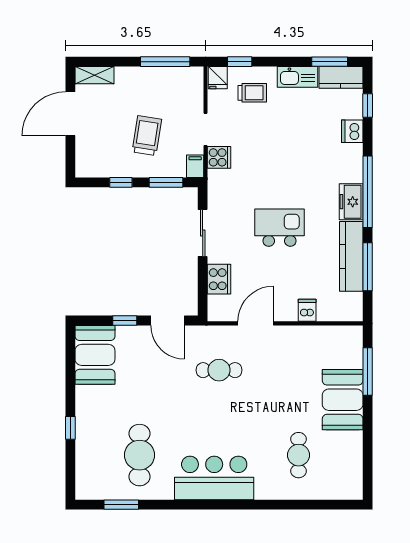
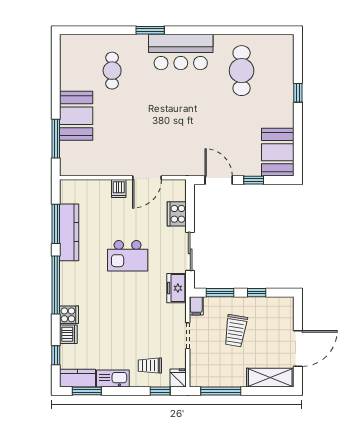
shelving: (95, 75) -> (270, 378), width x1.50, depth x1.33
cooker: (219, 157) -> (69, 315), moved, turned 180
freezer: (351, 202) -> (177, 288), moved, turned 180
dishwasher: (307, 310) -> (119, 188), moved
cafe table: (219, 370) -> (177, 140), removed
window: (121, 505) -> (150, 30), moved

